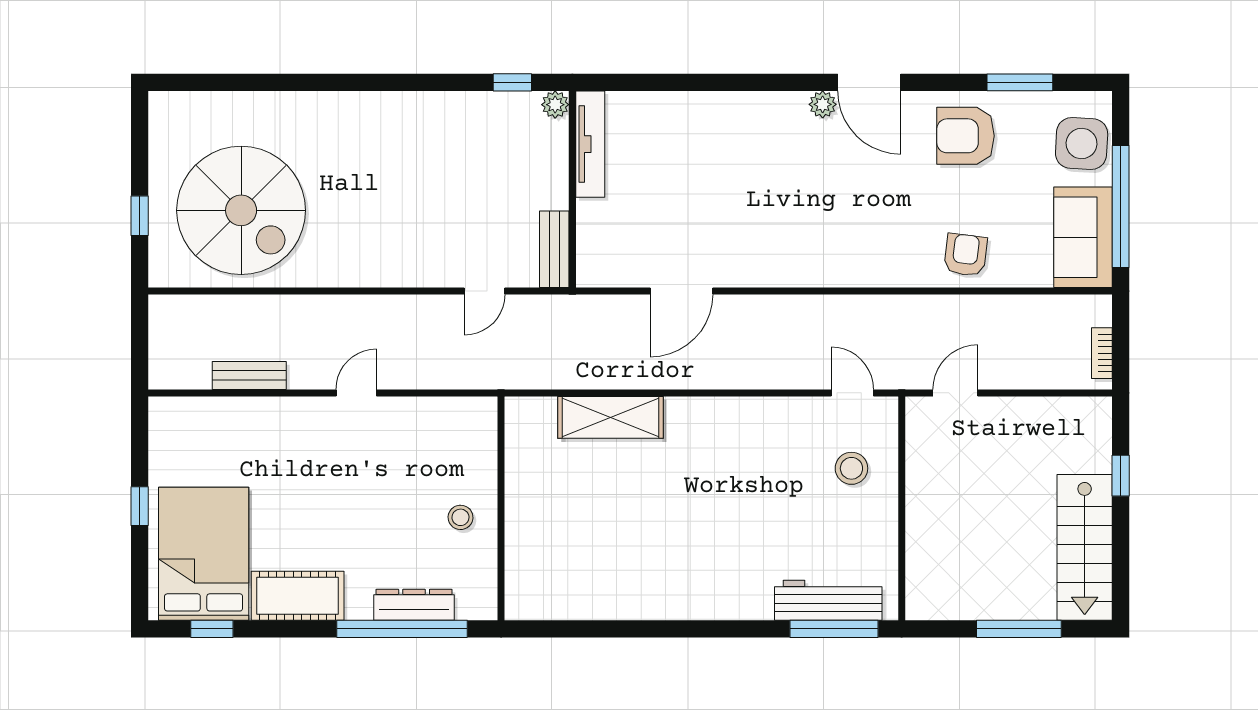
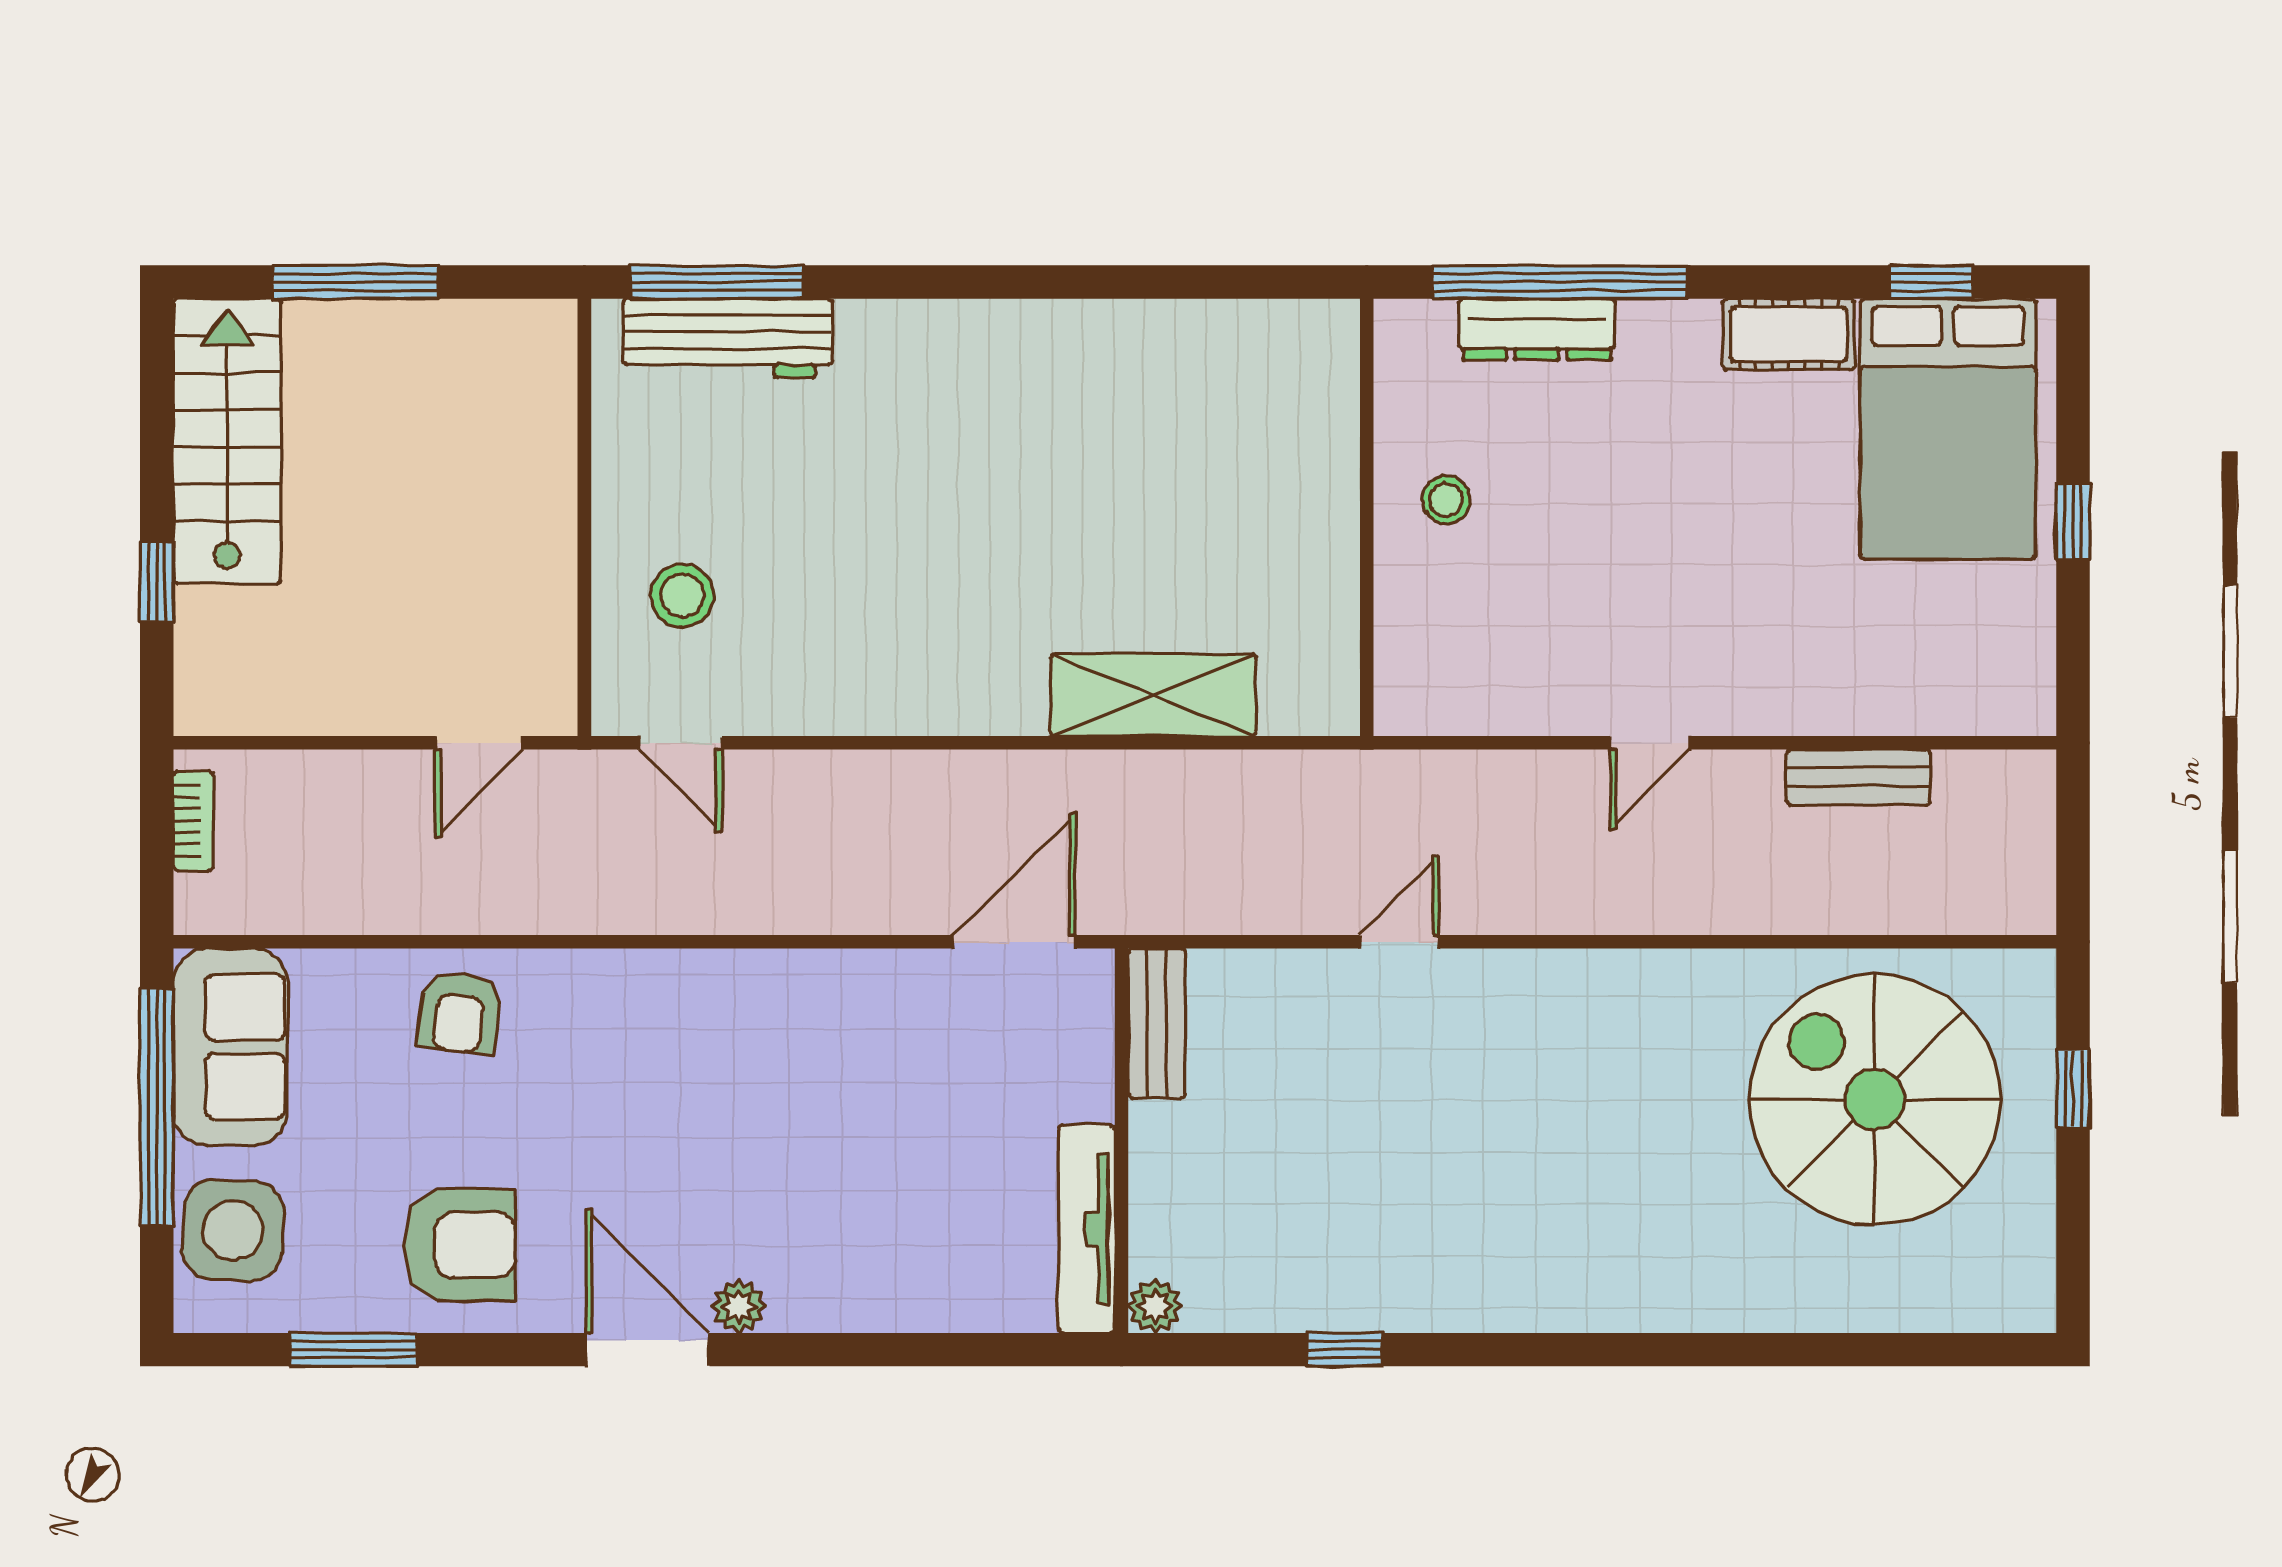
plant: (555, 105) -> (1155, 1306), moved
tv unit: (590, 144) -> (1087, 1229), moved
wall: (572, 189) -> (1121, 1141), moved
bench: (554, 249) -> (1157, 1023), moved
cot: (298, 596) -> (1789, 334), width x0.73, depth x0.75

